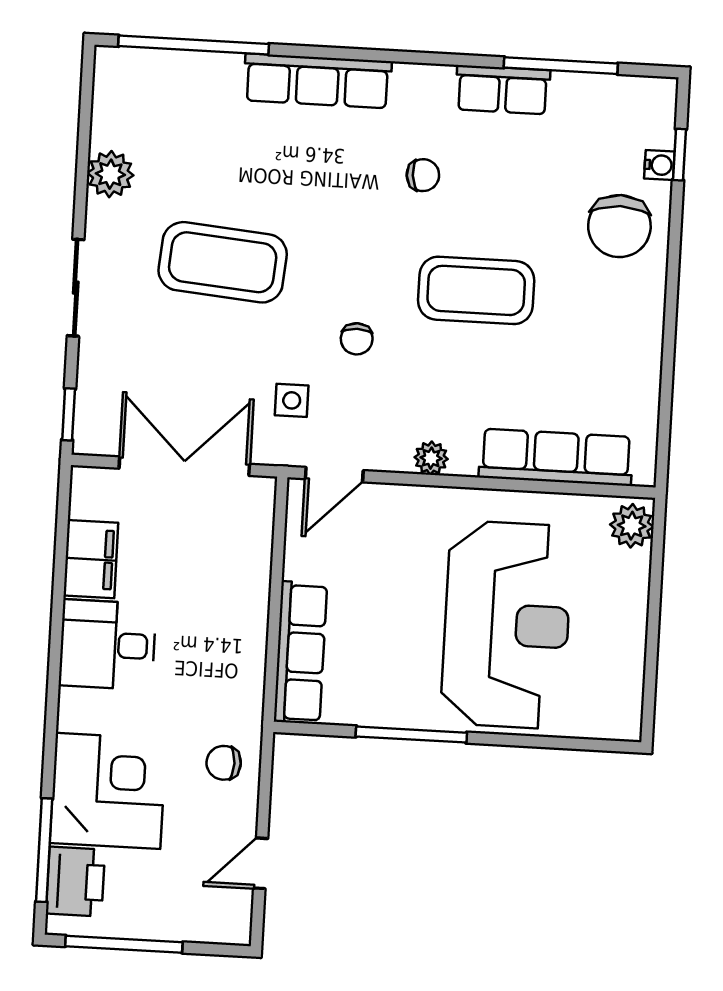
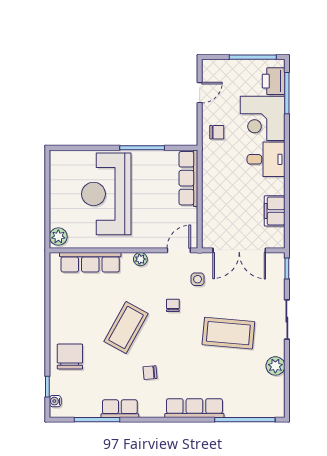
water cooler: (659, 165) -> (55, 401), moved
coffee table: (476, 290) -> (126, 327), turned -61
desk: (108, 645) -> (266, 159), moved

